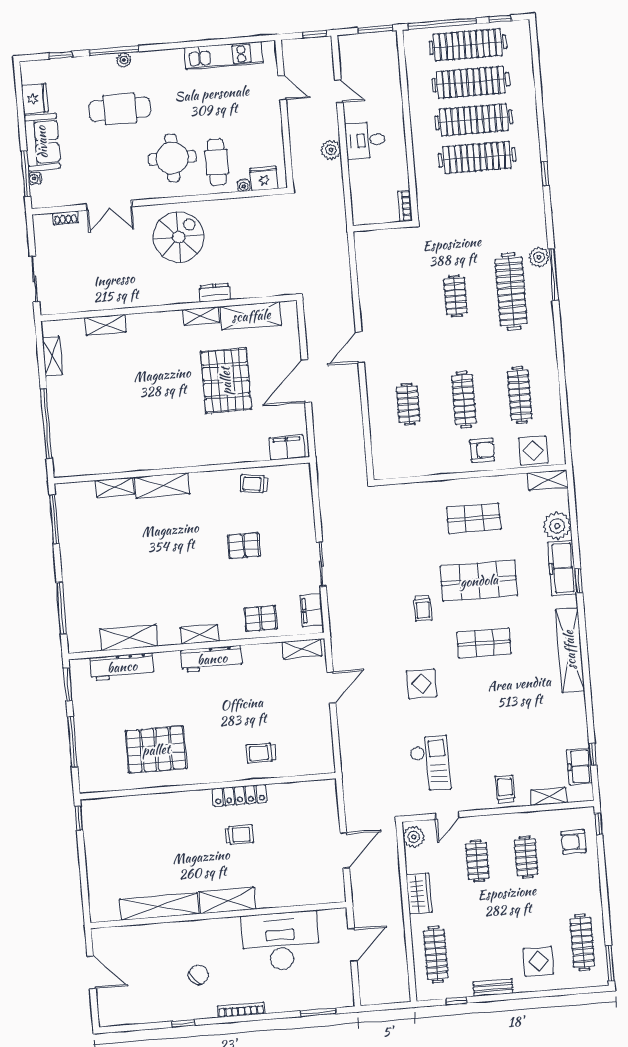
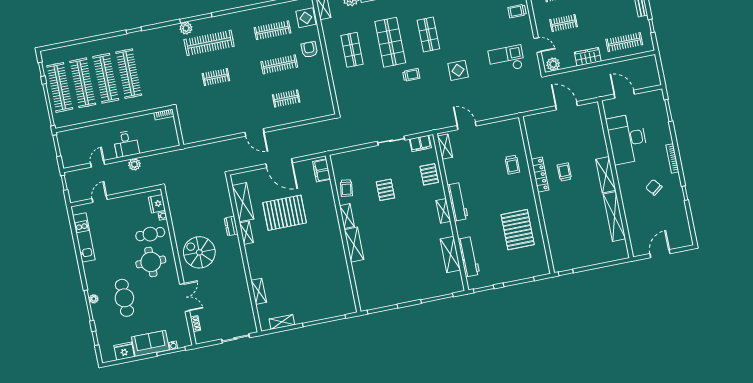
shelving: (115, 487) -> (347, 216), moved

